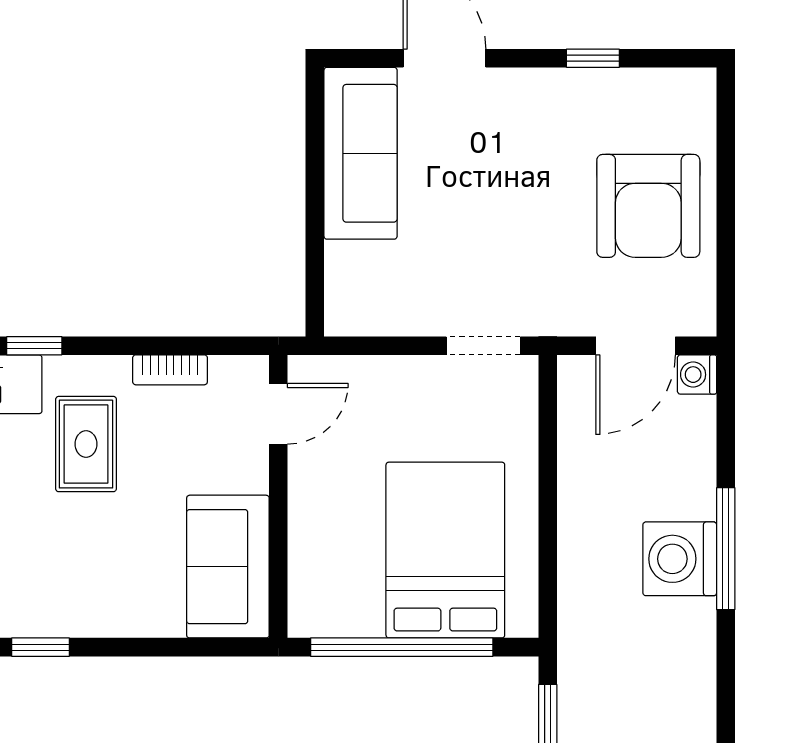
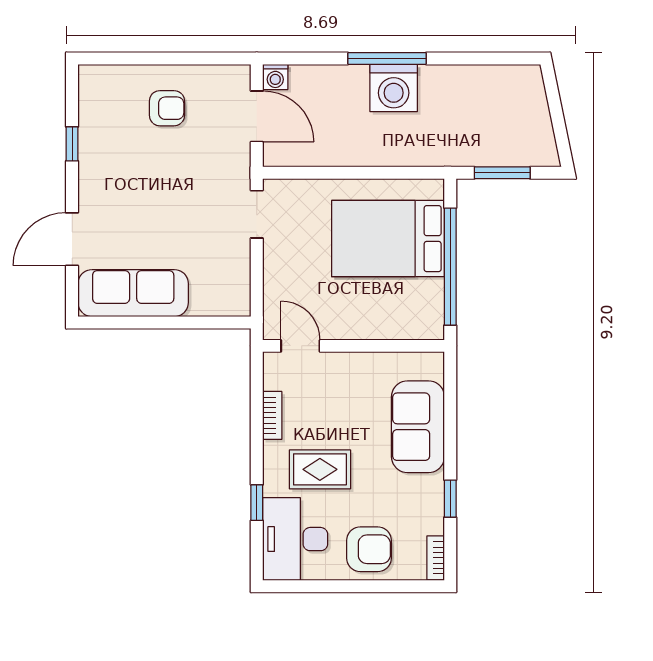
armchair: (648, 206) -> (167, 108), width x0.53, depth x0.53
sofa: (228, 567) -> (418, 427), moved, turned 90

